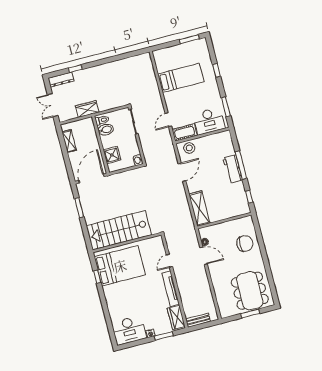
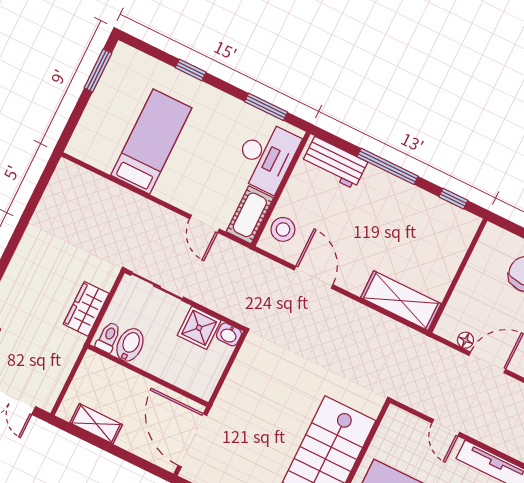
wardrobe: (87, 109) -> (86, 309), moved
shower: (112, 155) -> (199, 328), moved
workbench: (233, 169) -> (335, 163), moved

